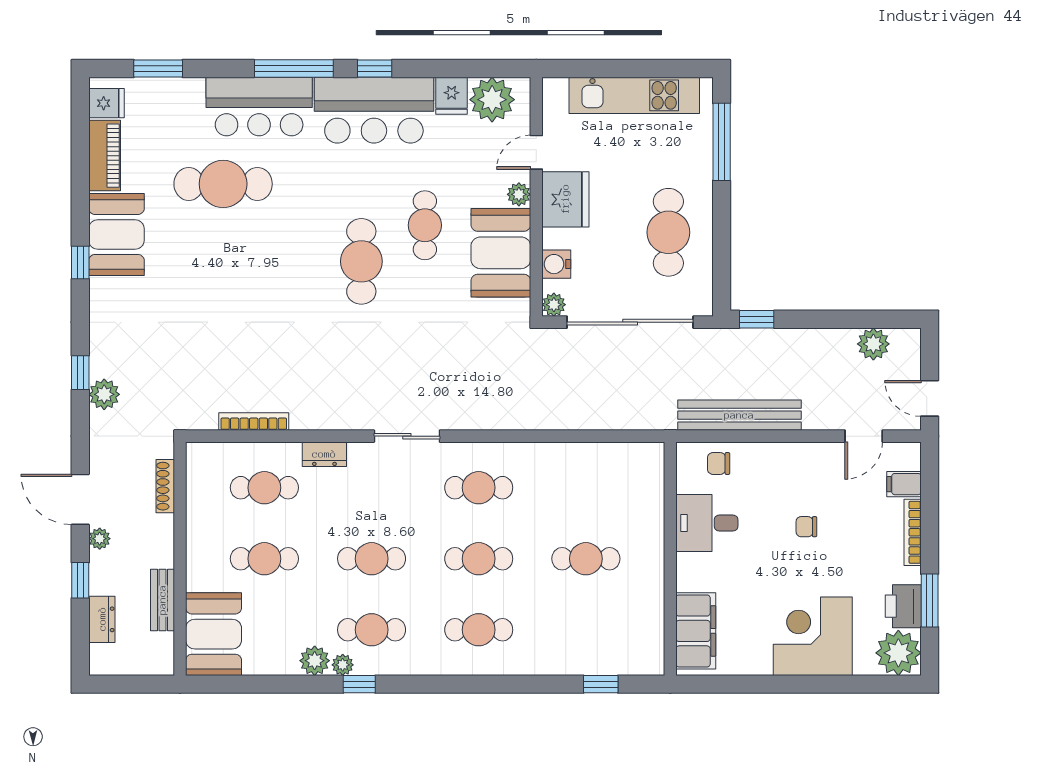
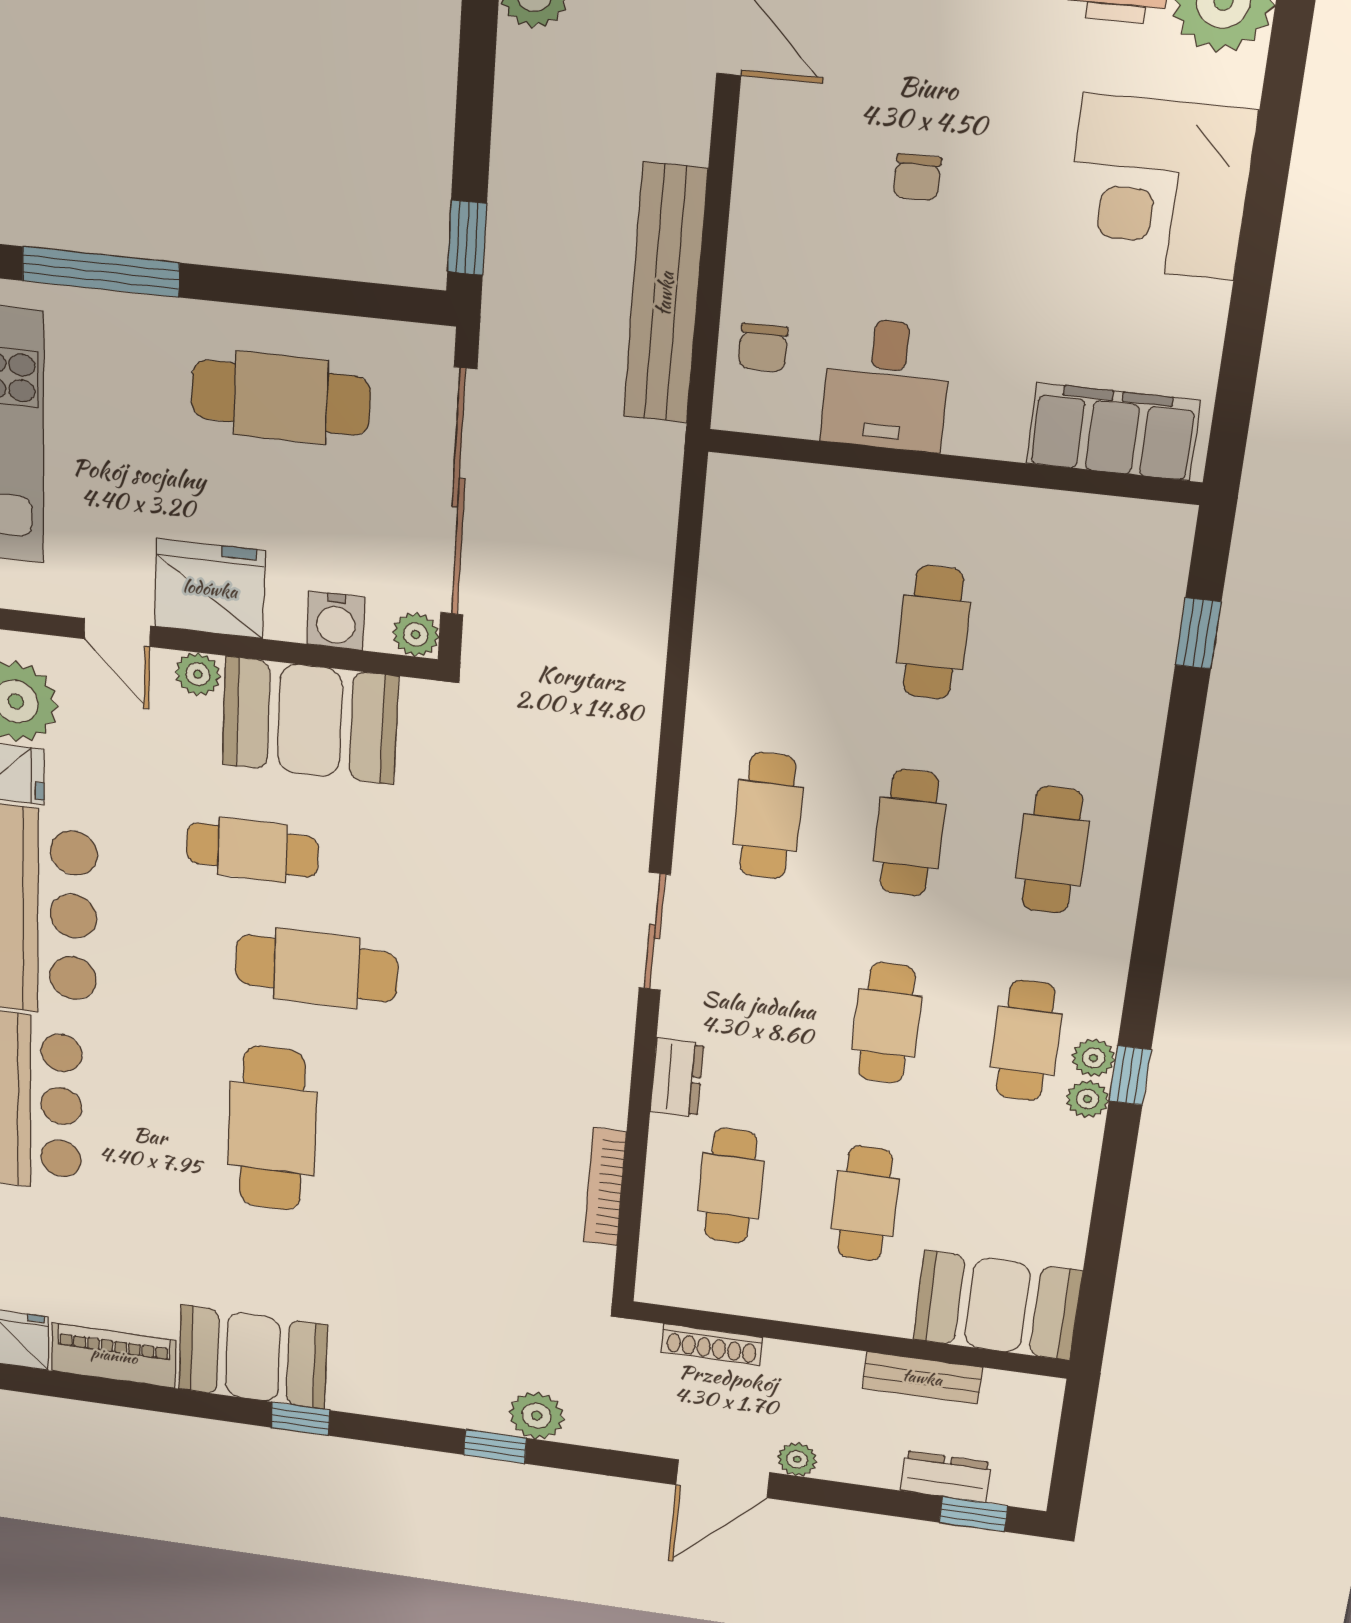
cafe table: (223, 184) -> (272, 1129), moved
window: (80, 580) -> (973, 1514), moved
plant: (315, 661) -> (1094, 1058), moved, width x0.73, depth x0.73

